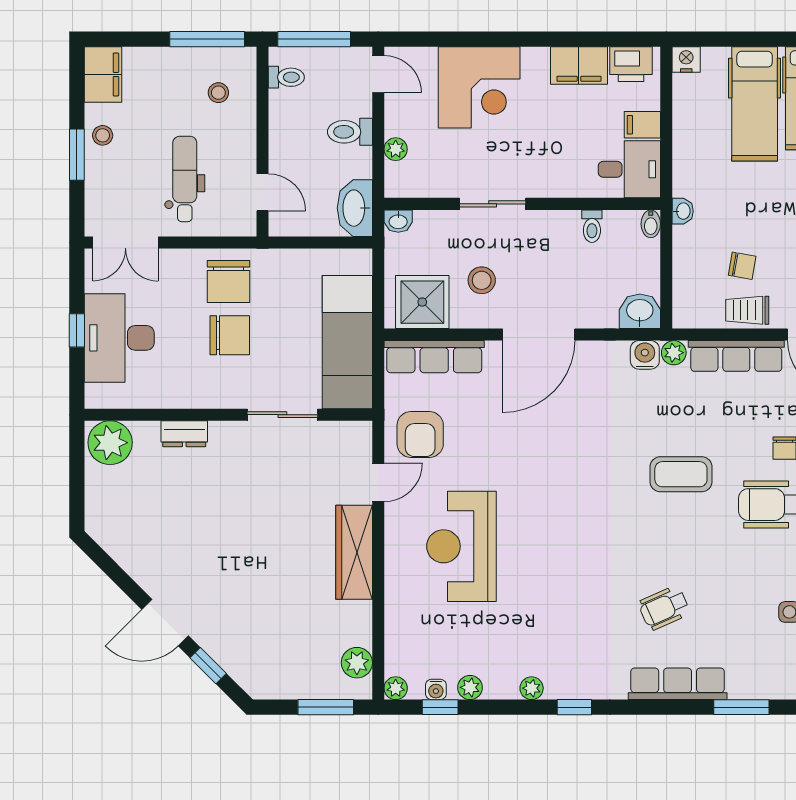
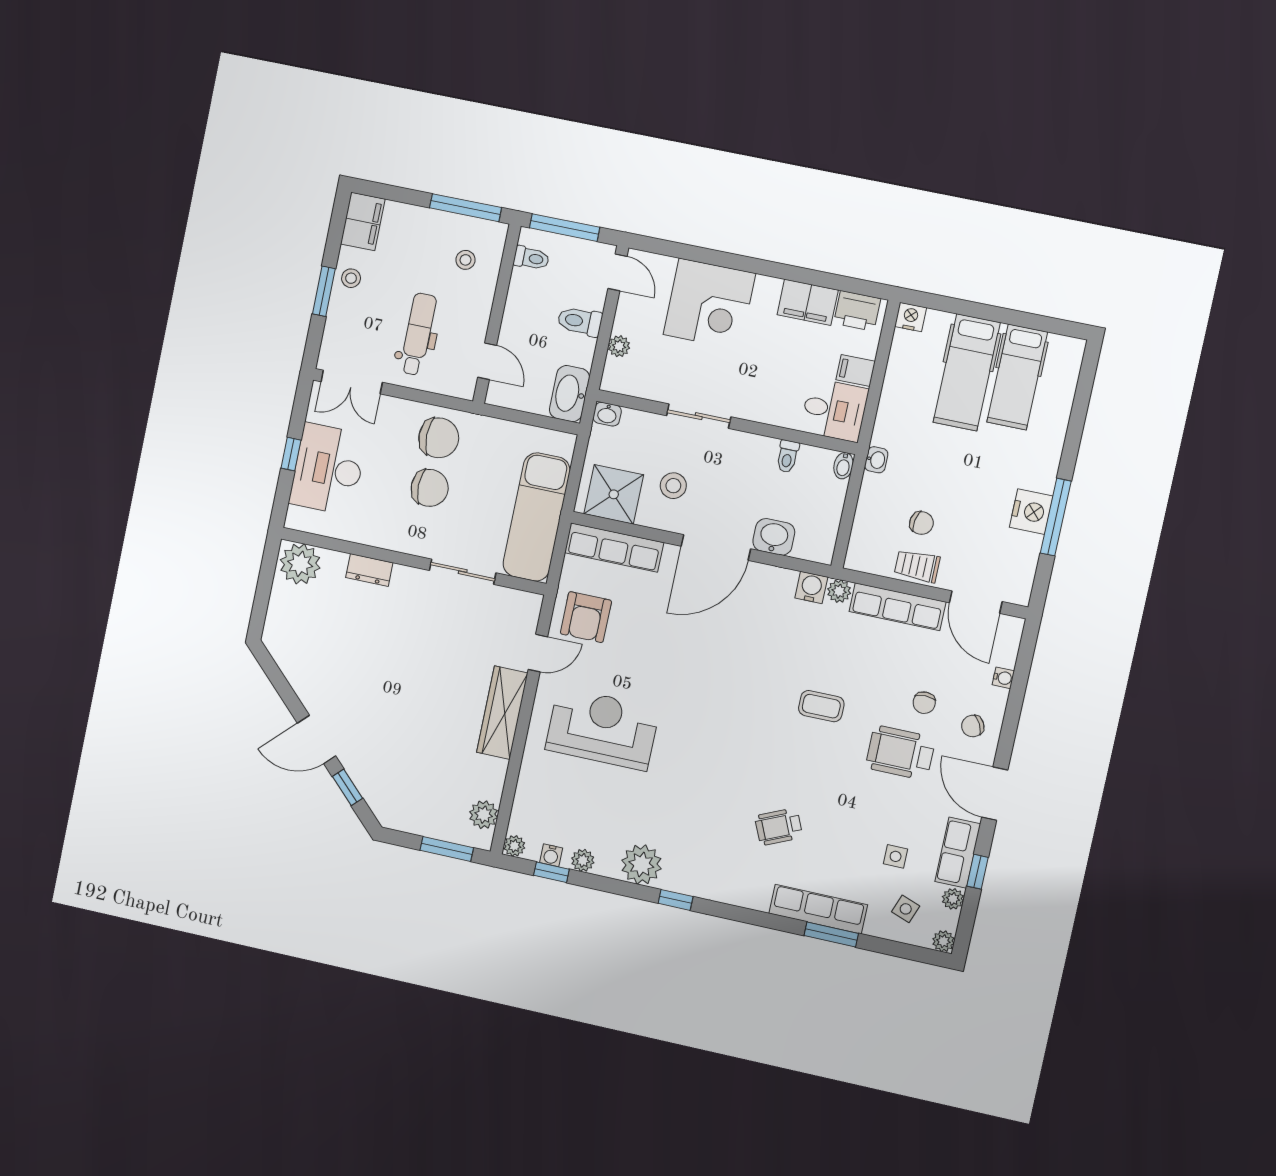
chair: (229, 281) -> (439, 438), turned -90
washbasin: (640, 311) -> (774, 537), moved
coffee table: (681, 474) -> (821, 706), width x0.73, depth x0.77
reception desk: (461, 546) -> (602, 729), turned 90
row of seats: (678, 684) -> (818, 909), moved
plant: (532, 688) -> (641, 864), width x1.87, depth x1.87

